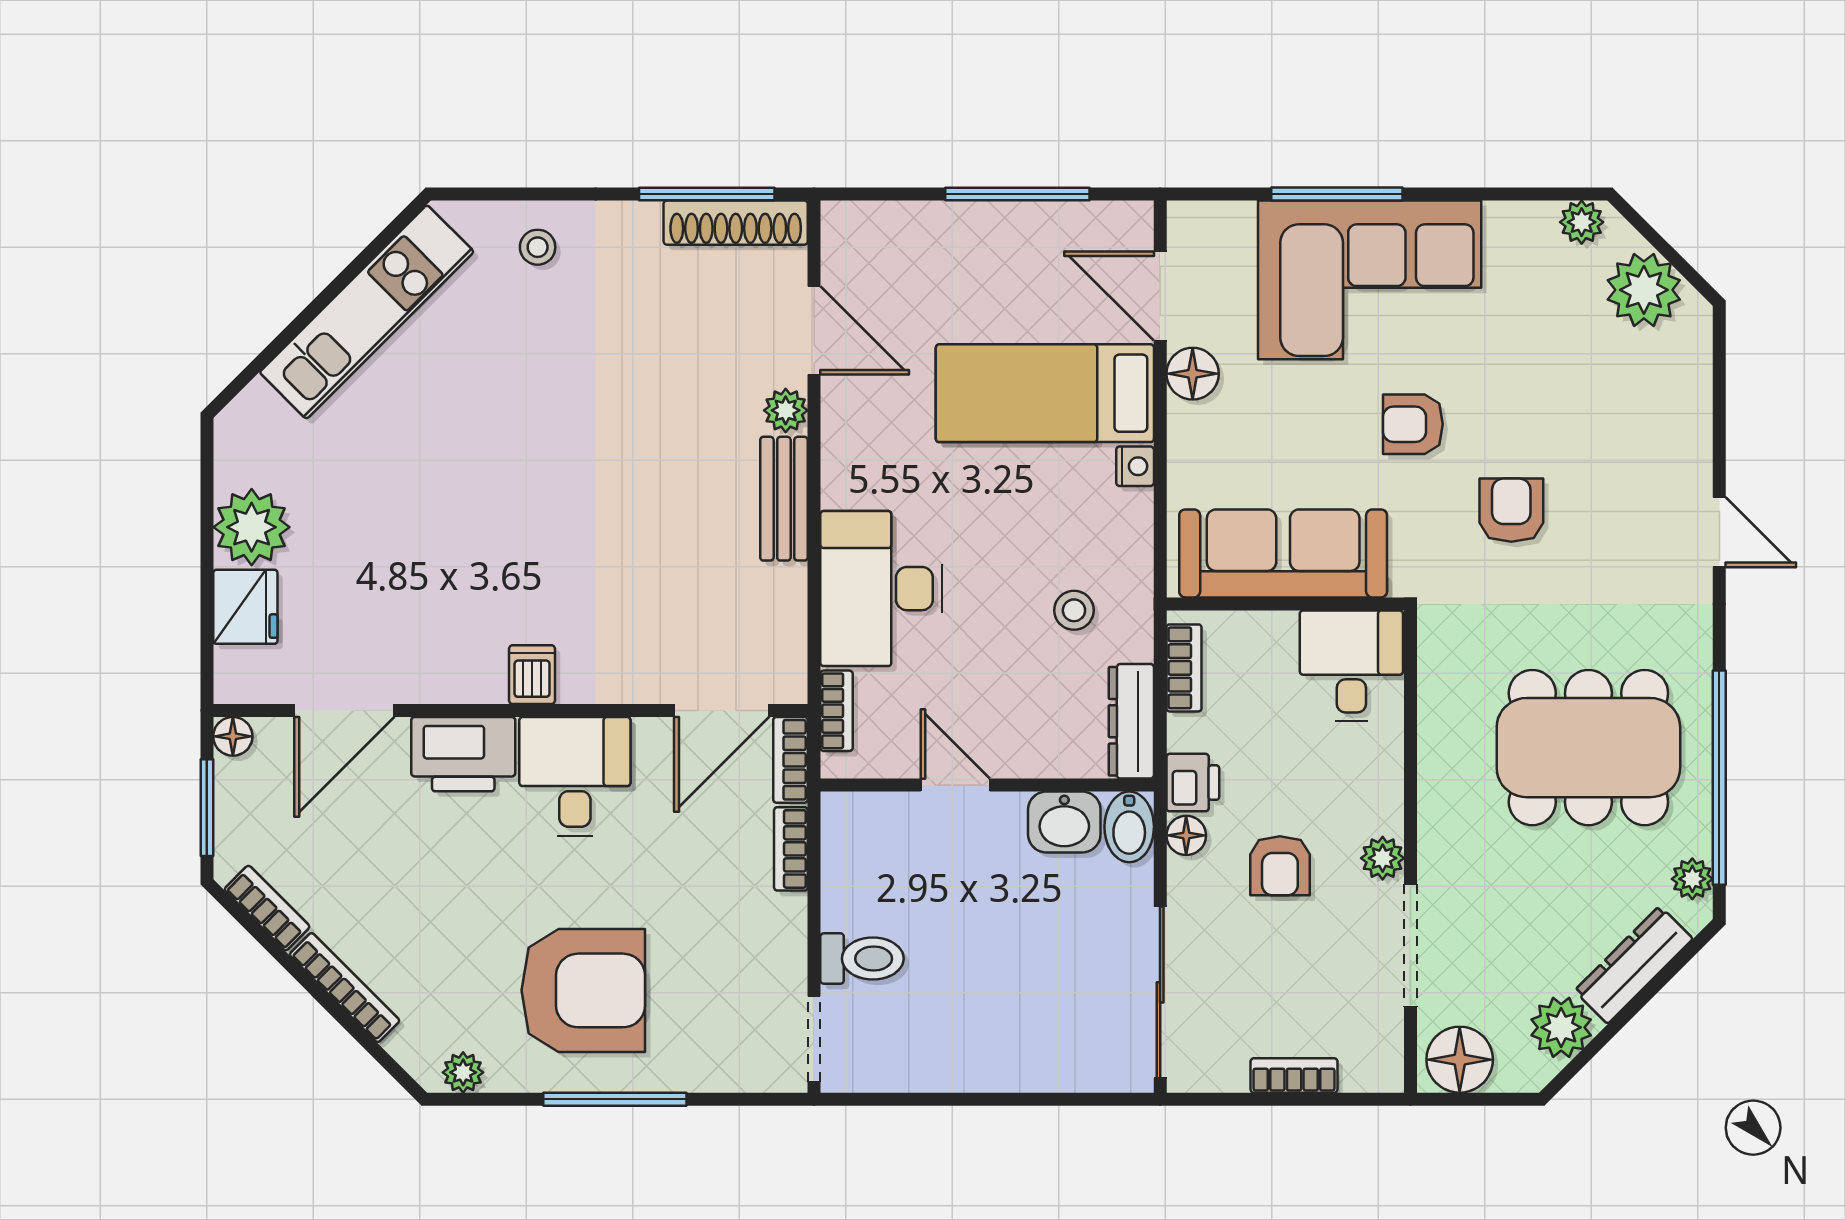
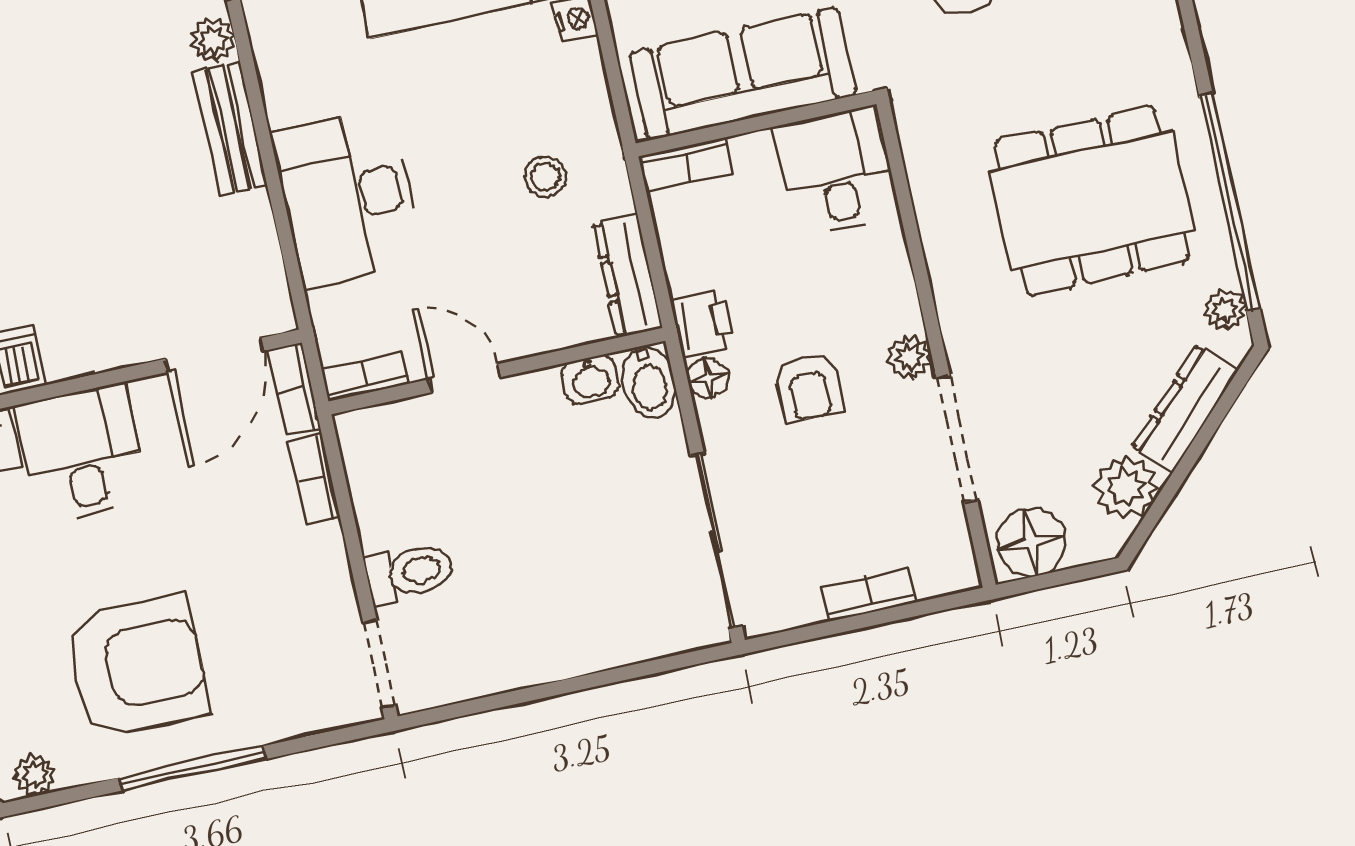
bookcase: (1184, 668) -> (686, 164), moved, turned 90
bookcase: (837, 711) -> (365, 376), moved, turned -90
washbasin: (1064, 822) -> (590, 380), width x0.72, depth x0.69

